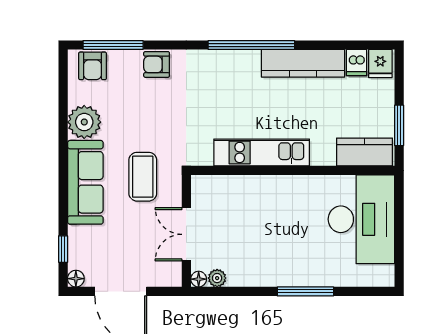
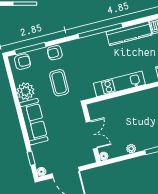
armchair: (93, 66) -> (23, 62), turned -90
coffee table: (143, 177) -> (59, 83), moved
double door: (186, 234) -> (92, 135), swing flipped
plant: (217, 278) -> (131, 149), moved

